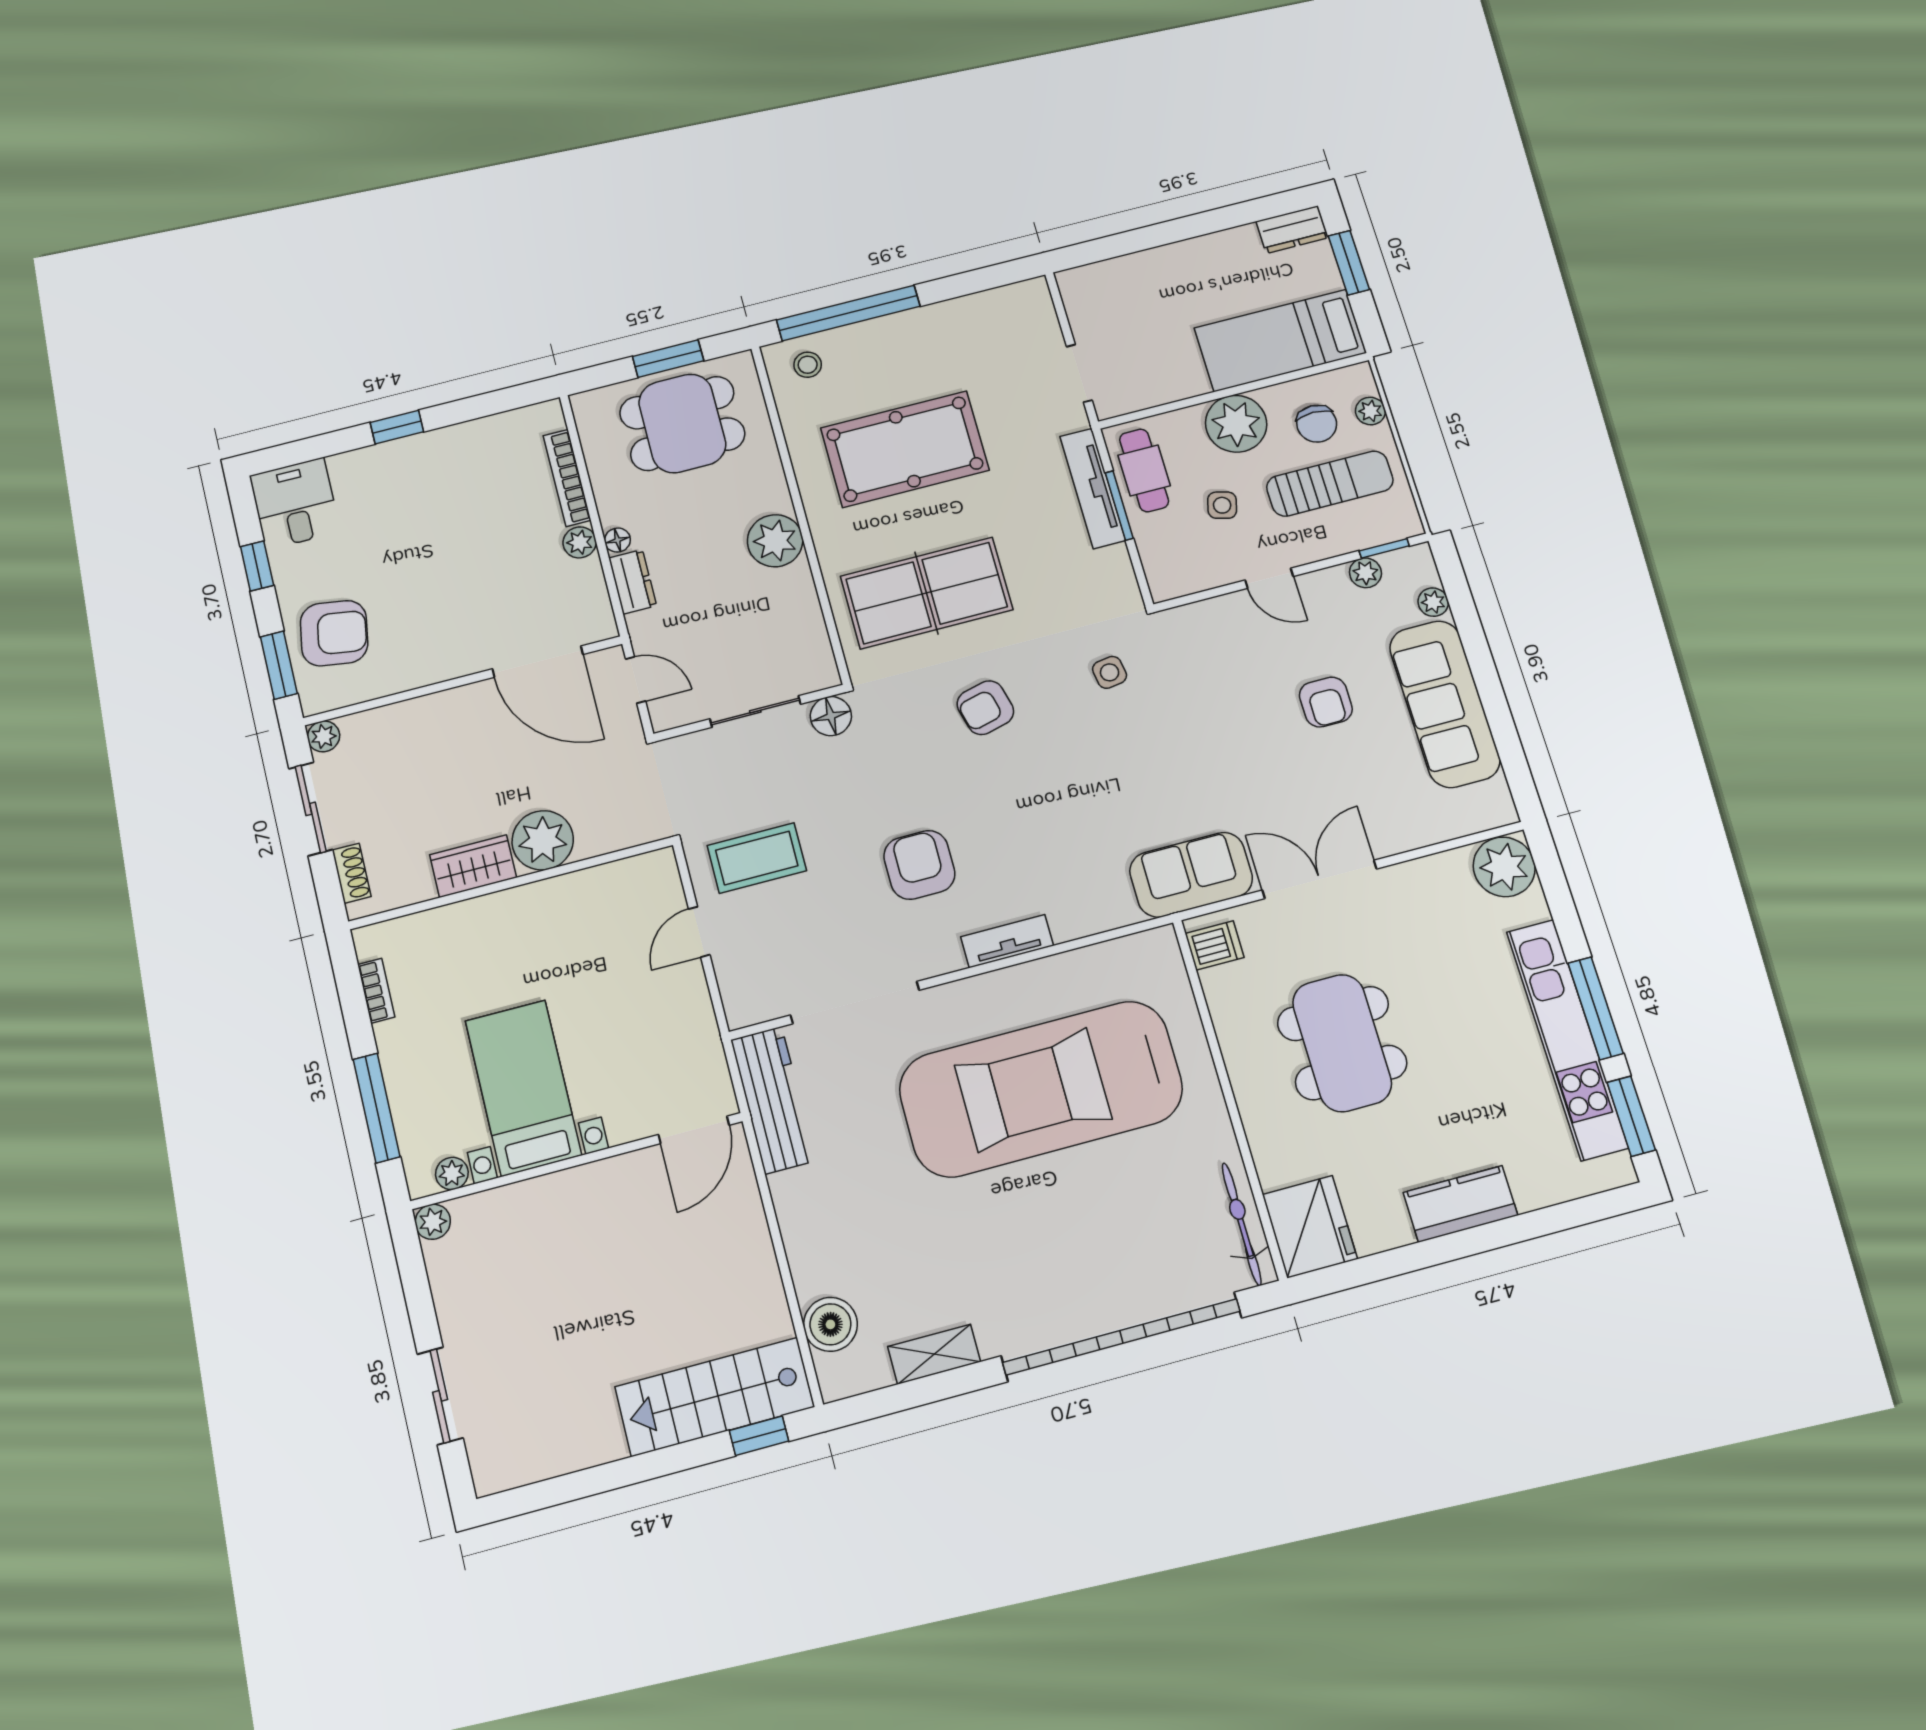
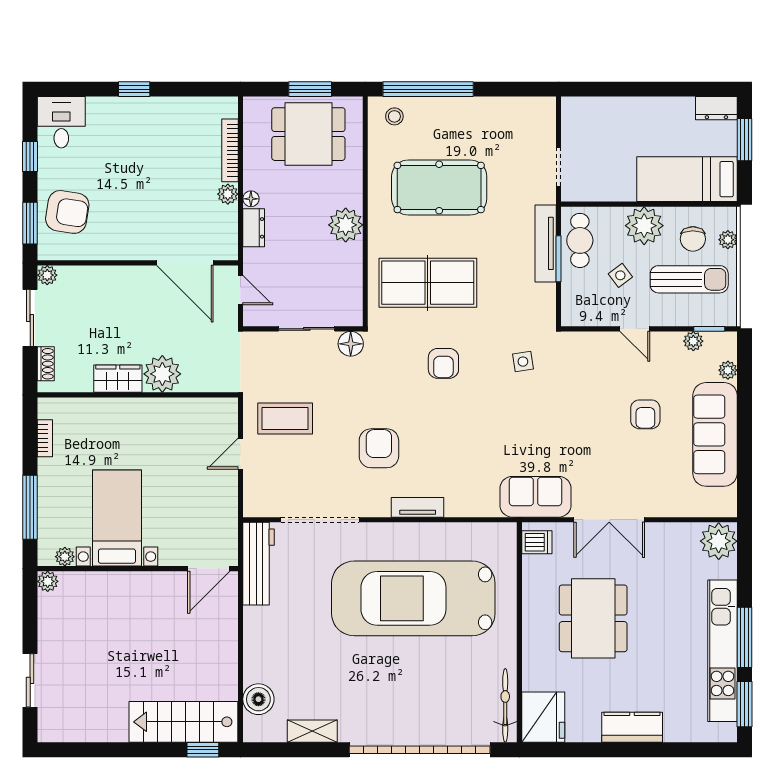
side table: (1222, 505) -> (620, 275), turned 38
armchair: (985, 708) -> (443, 363), turned -76
double door: (1320, 879) -> (609, 520), swing flipped

